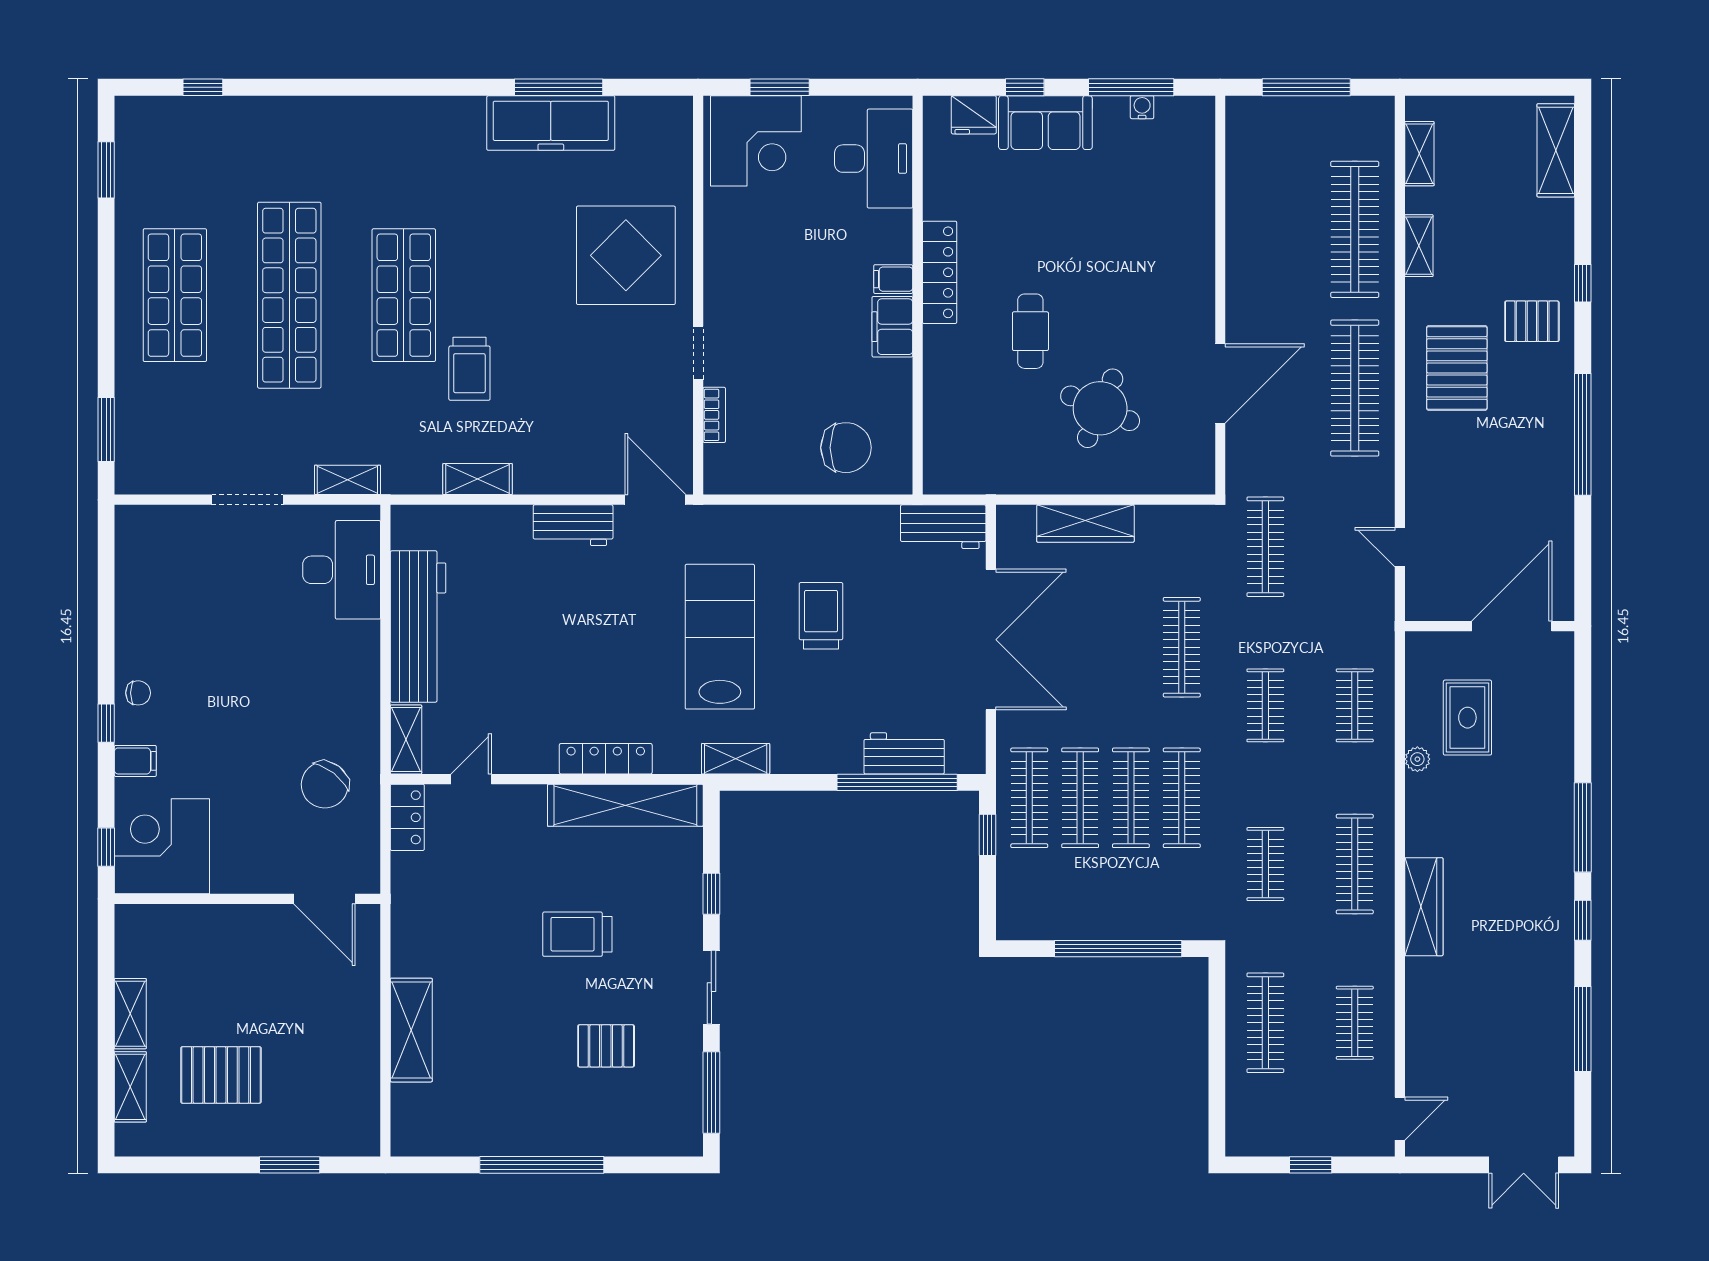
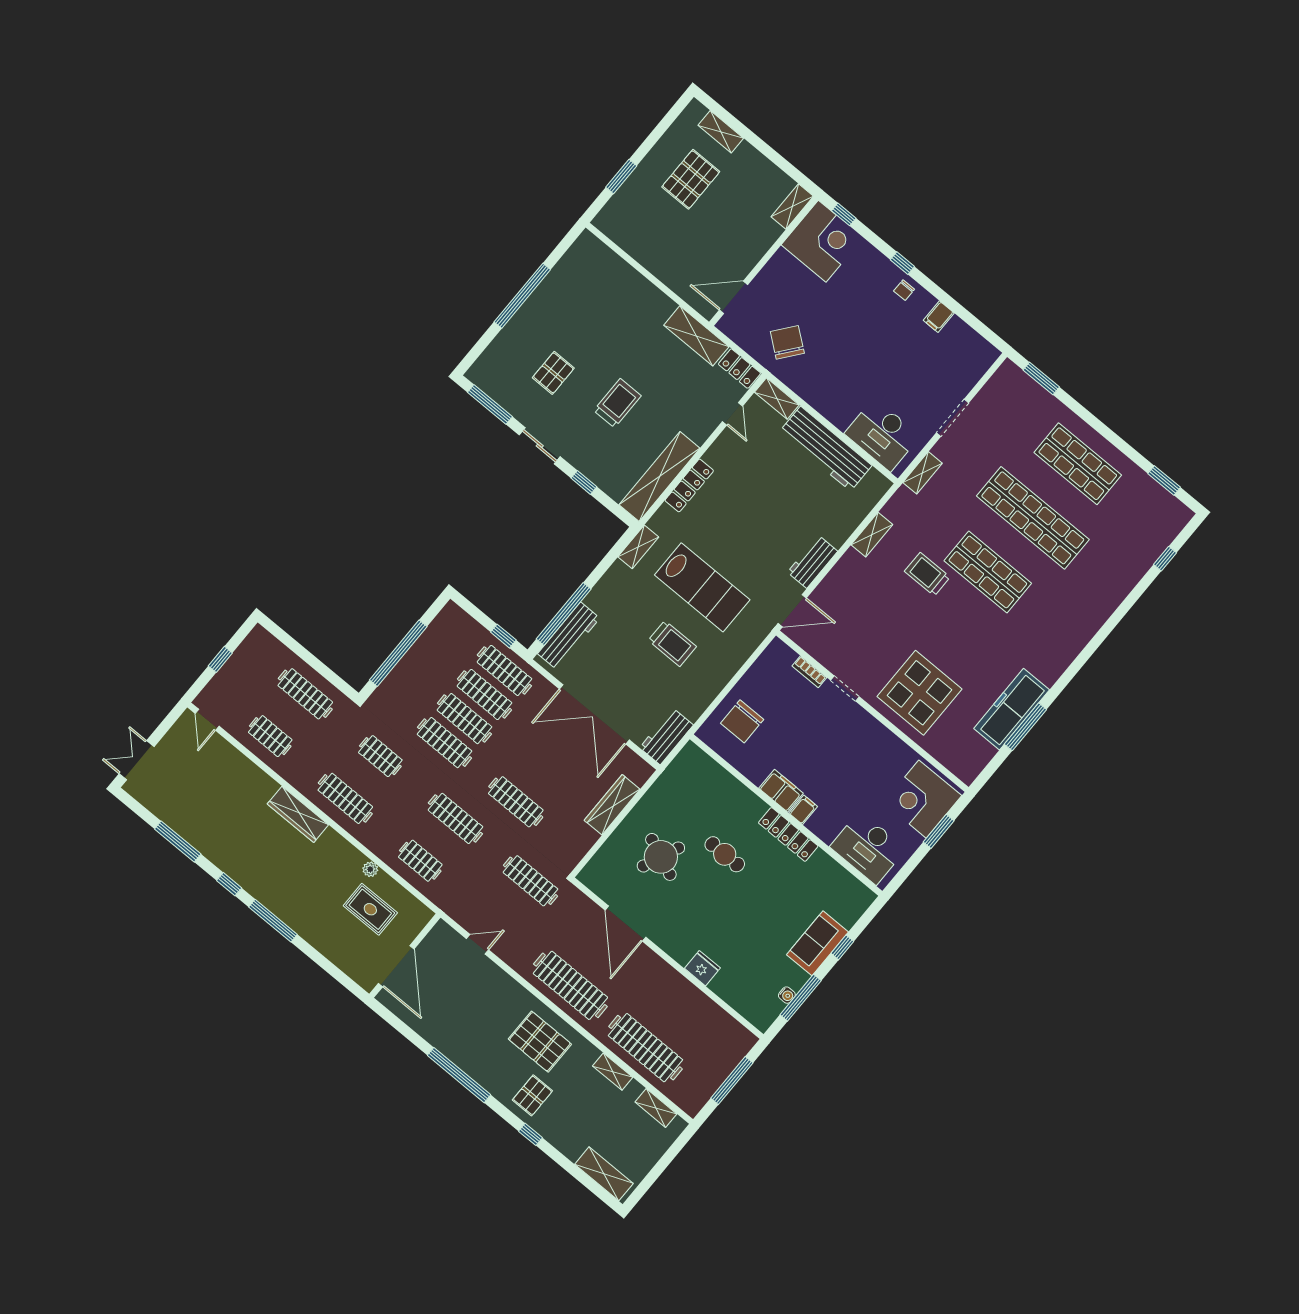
fridge: (974, 115) -> (702, 968), moved, turned 90
clothes rail: (1265, 705) -> (455, 818), width x1.36
workbench: (904, 753) -> (569, 636), width x1.38
filing cabinet: (135, 761) -> (939, 317), moved
shelving: (130, 1014) -> (792, 207), moved, turned 90
shelving: (411, 1030) -> (696, 336), moved

